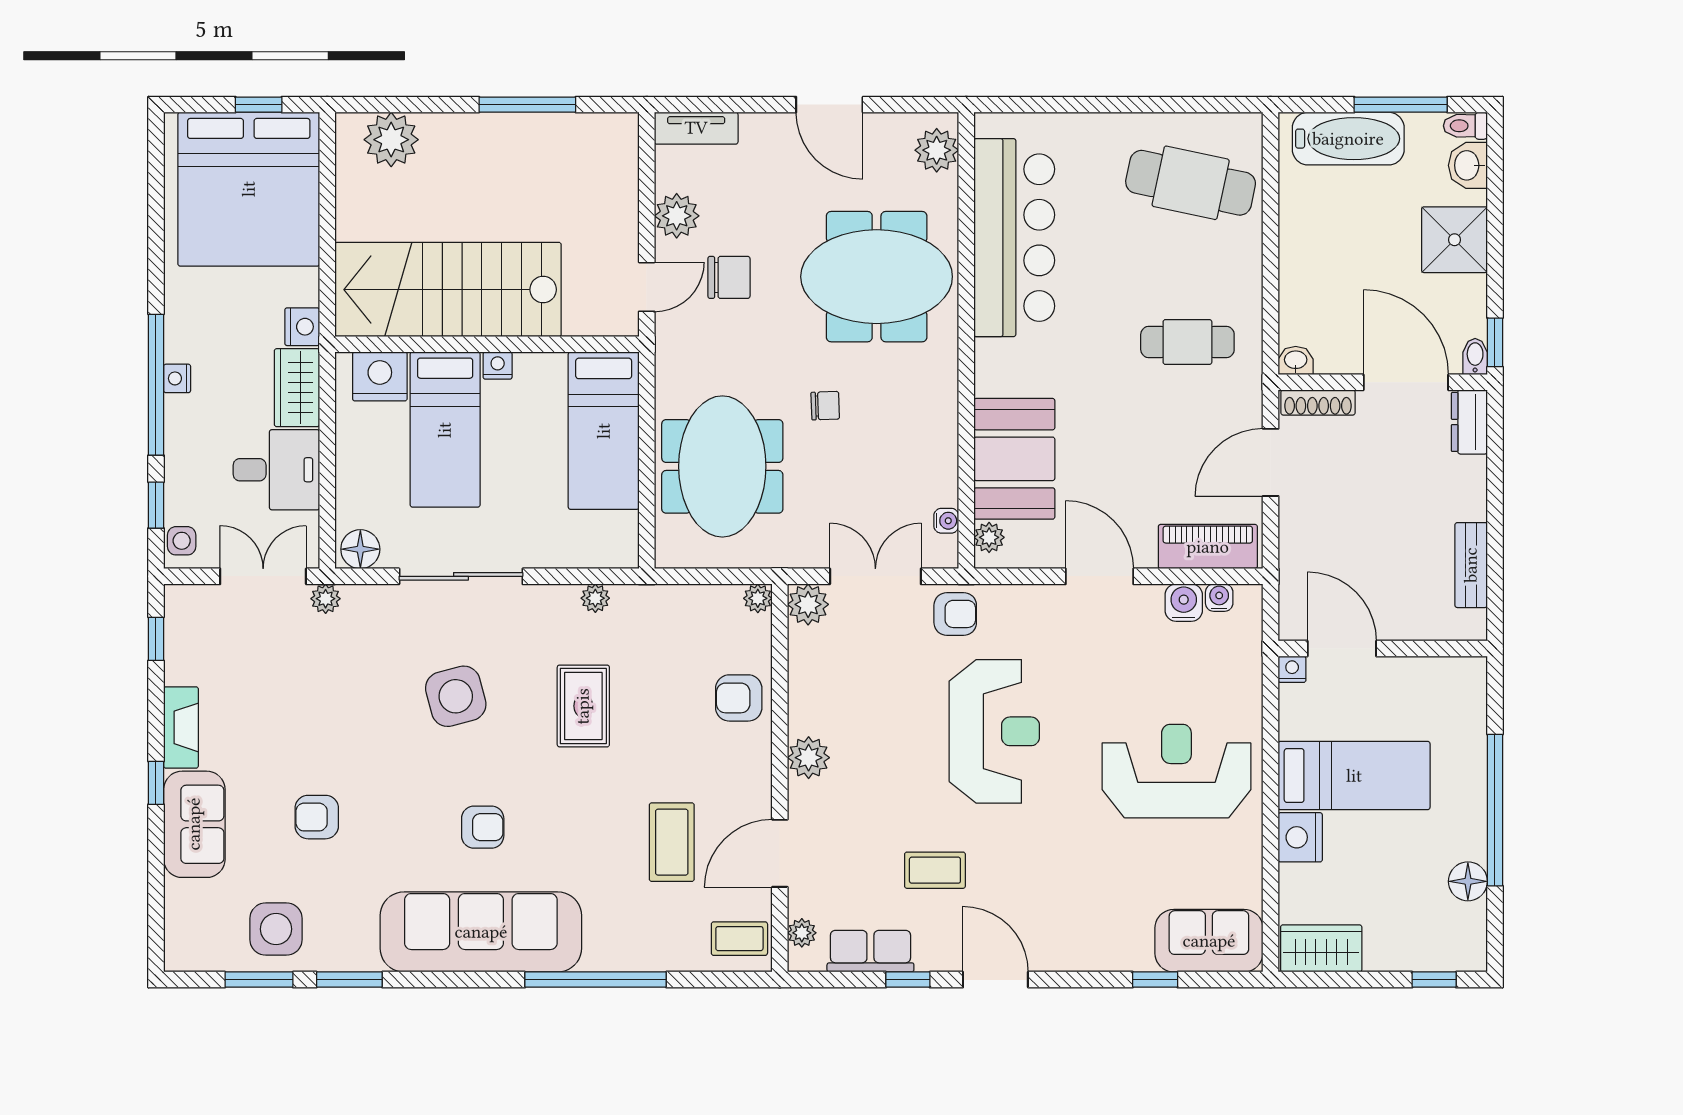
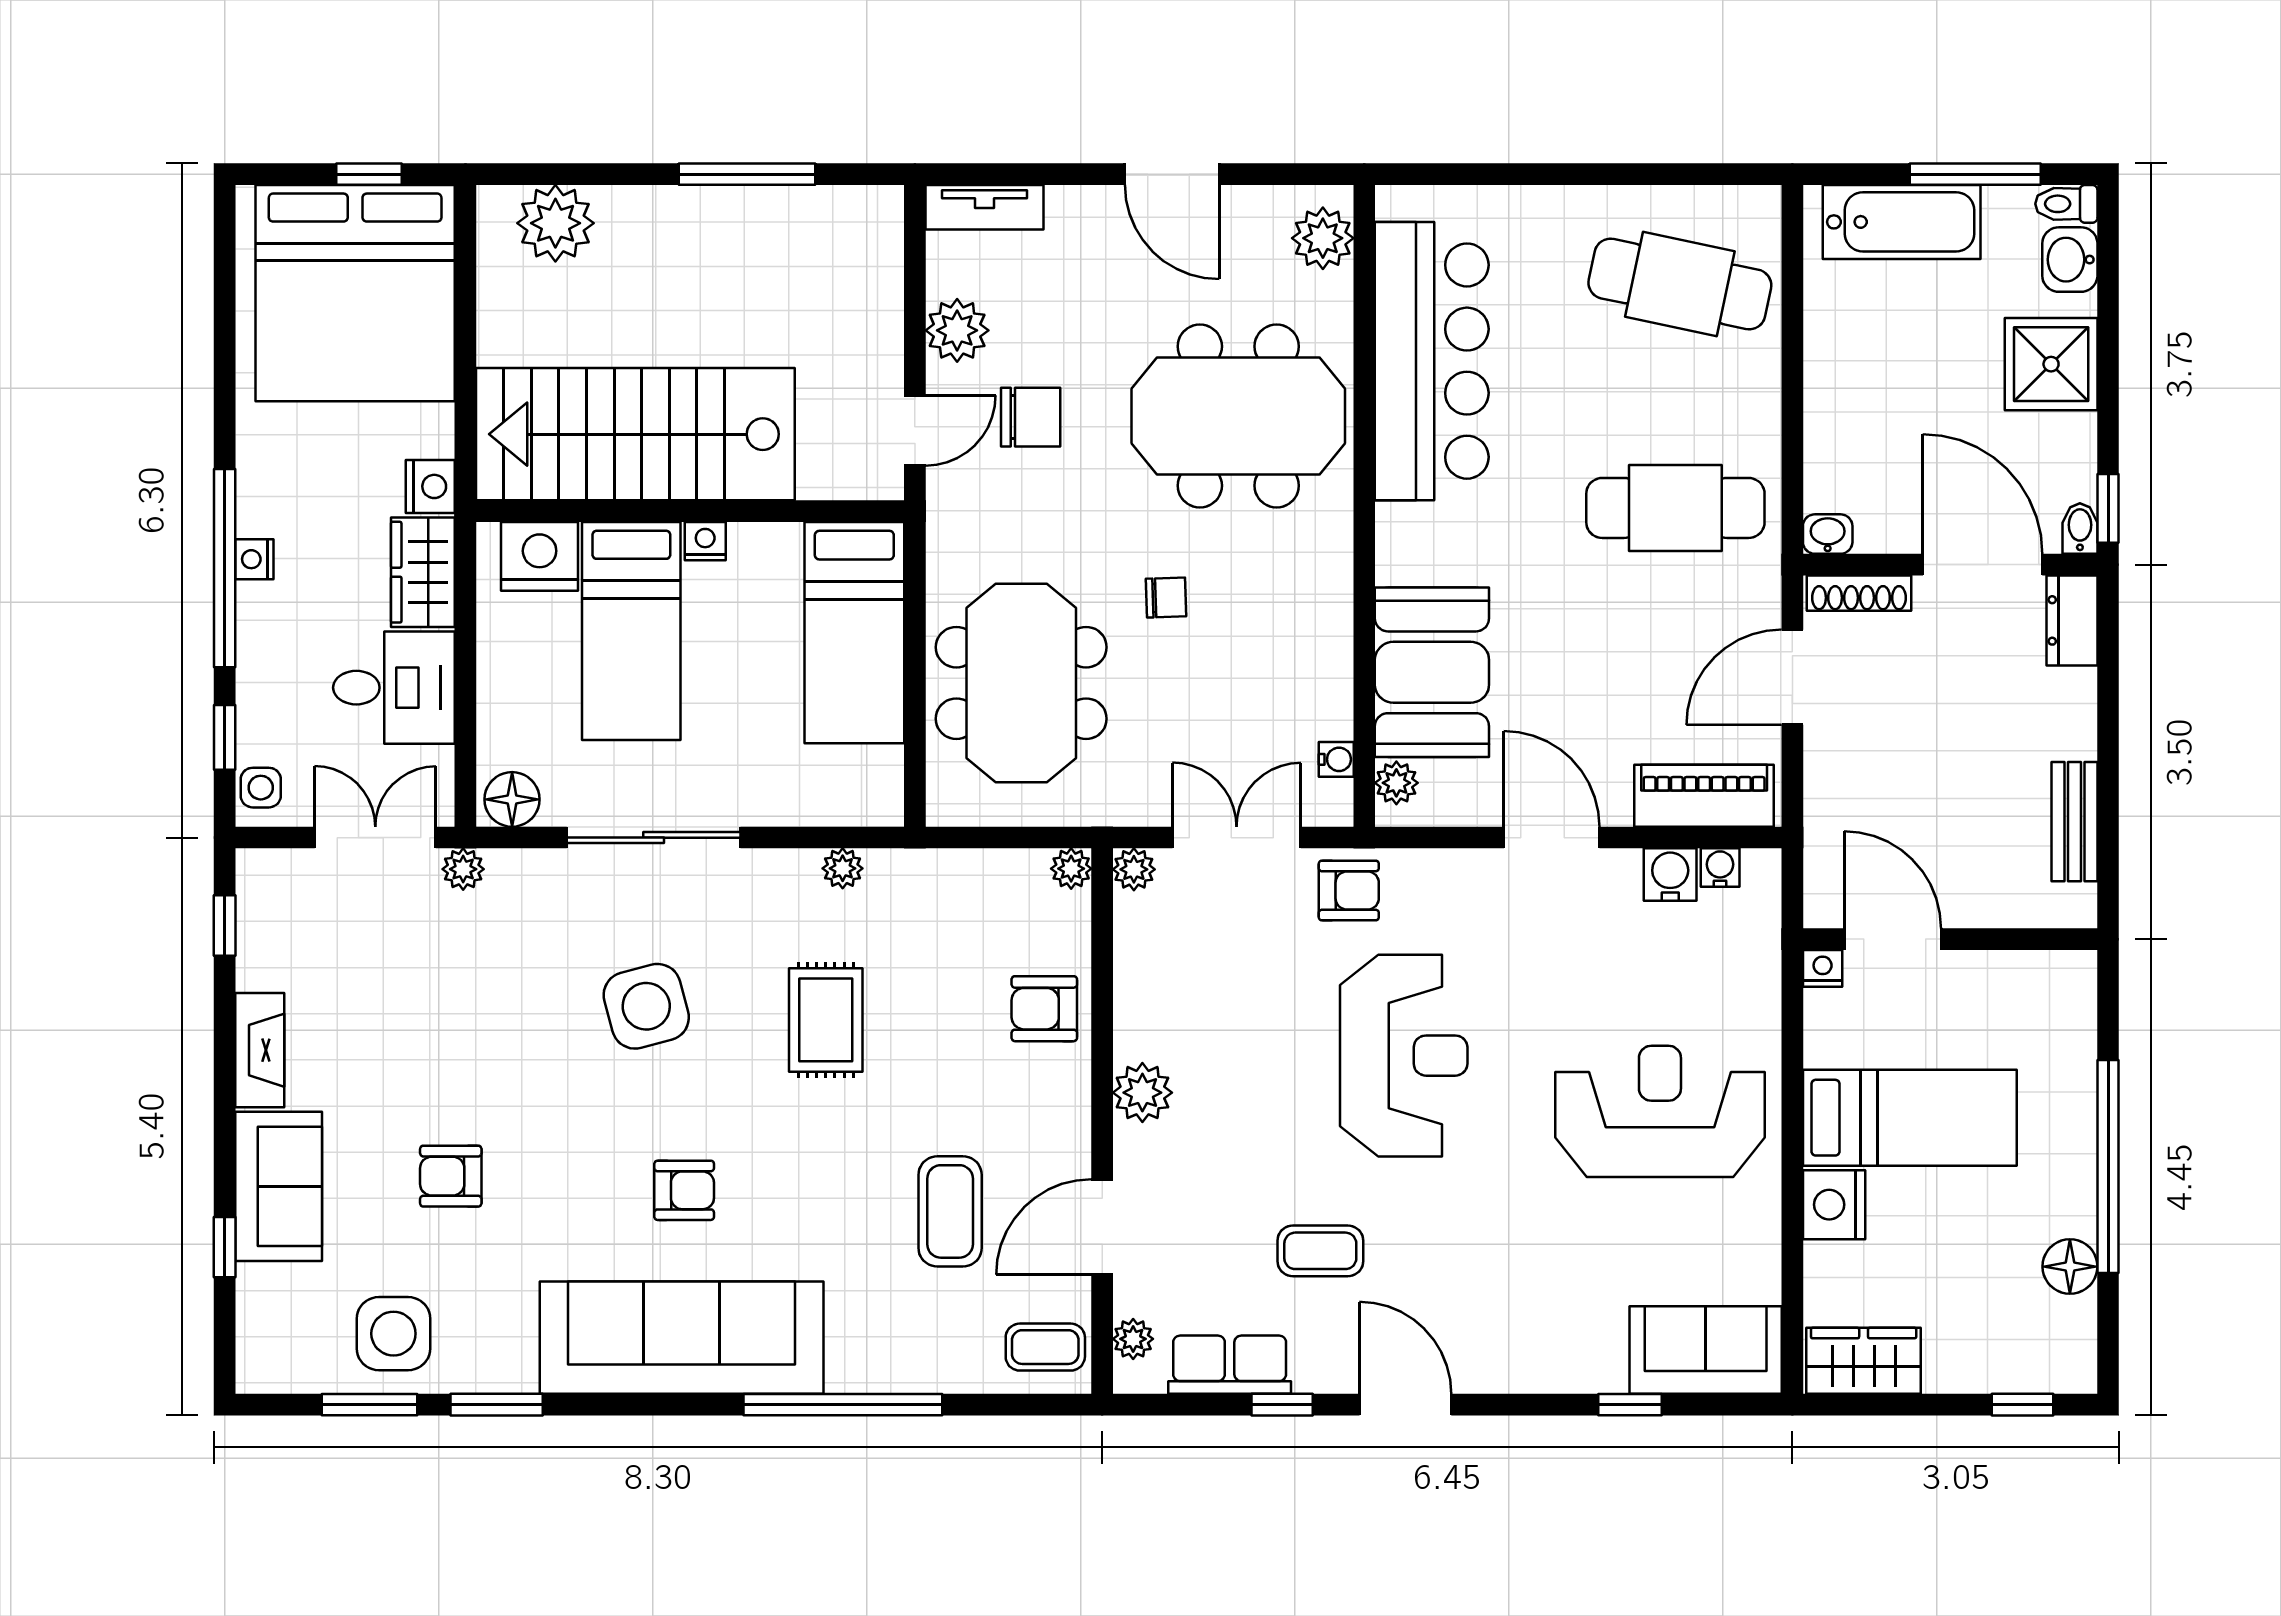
cafe table: (1187, 342) -> (1675, 508), width x1.37, depth x1.35
plant: (808, 604) -> (1134, 869), width x0.73, depth x0.73
window: (156, 783) -> (225, 1247), moved

